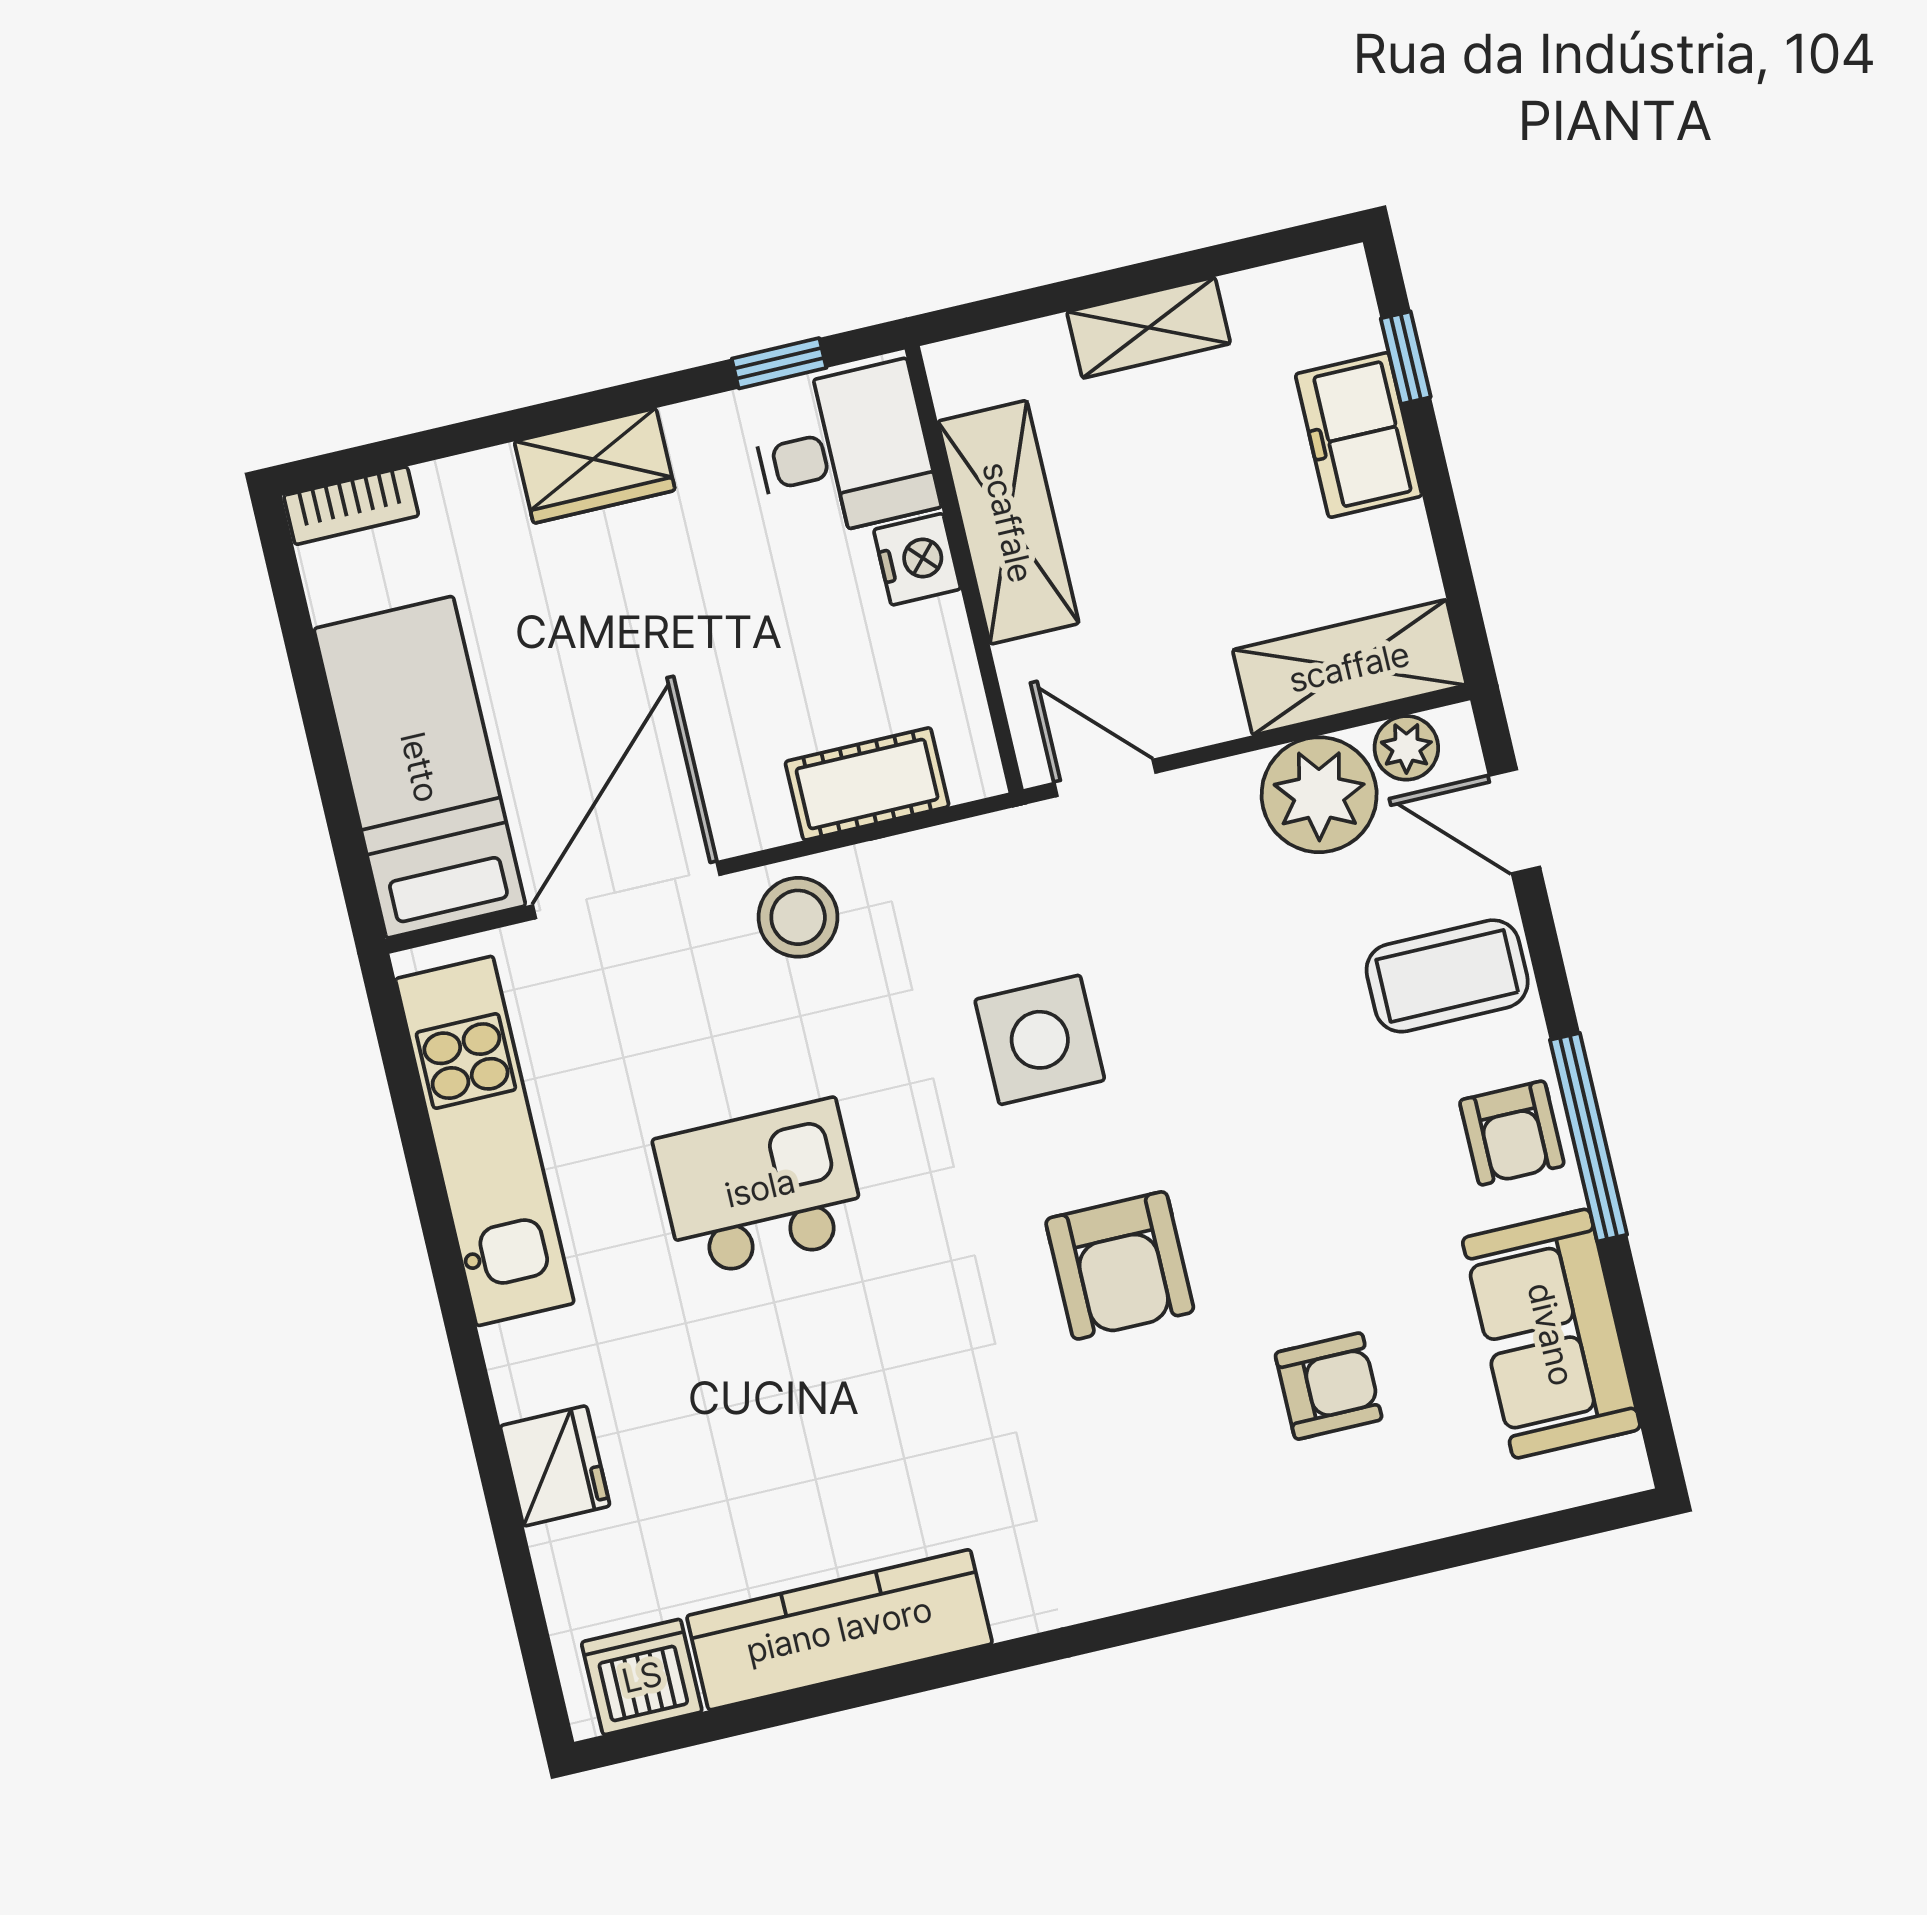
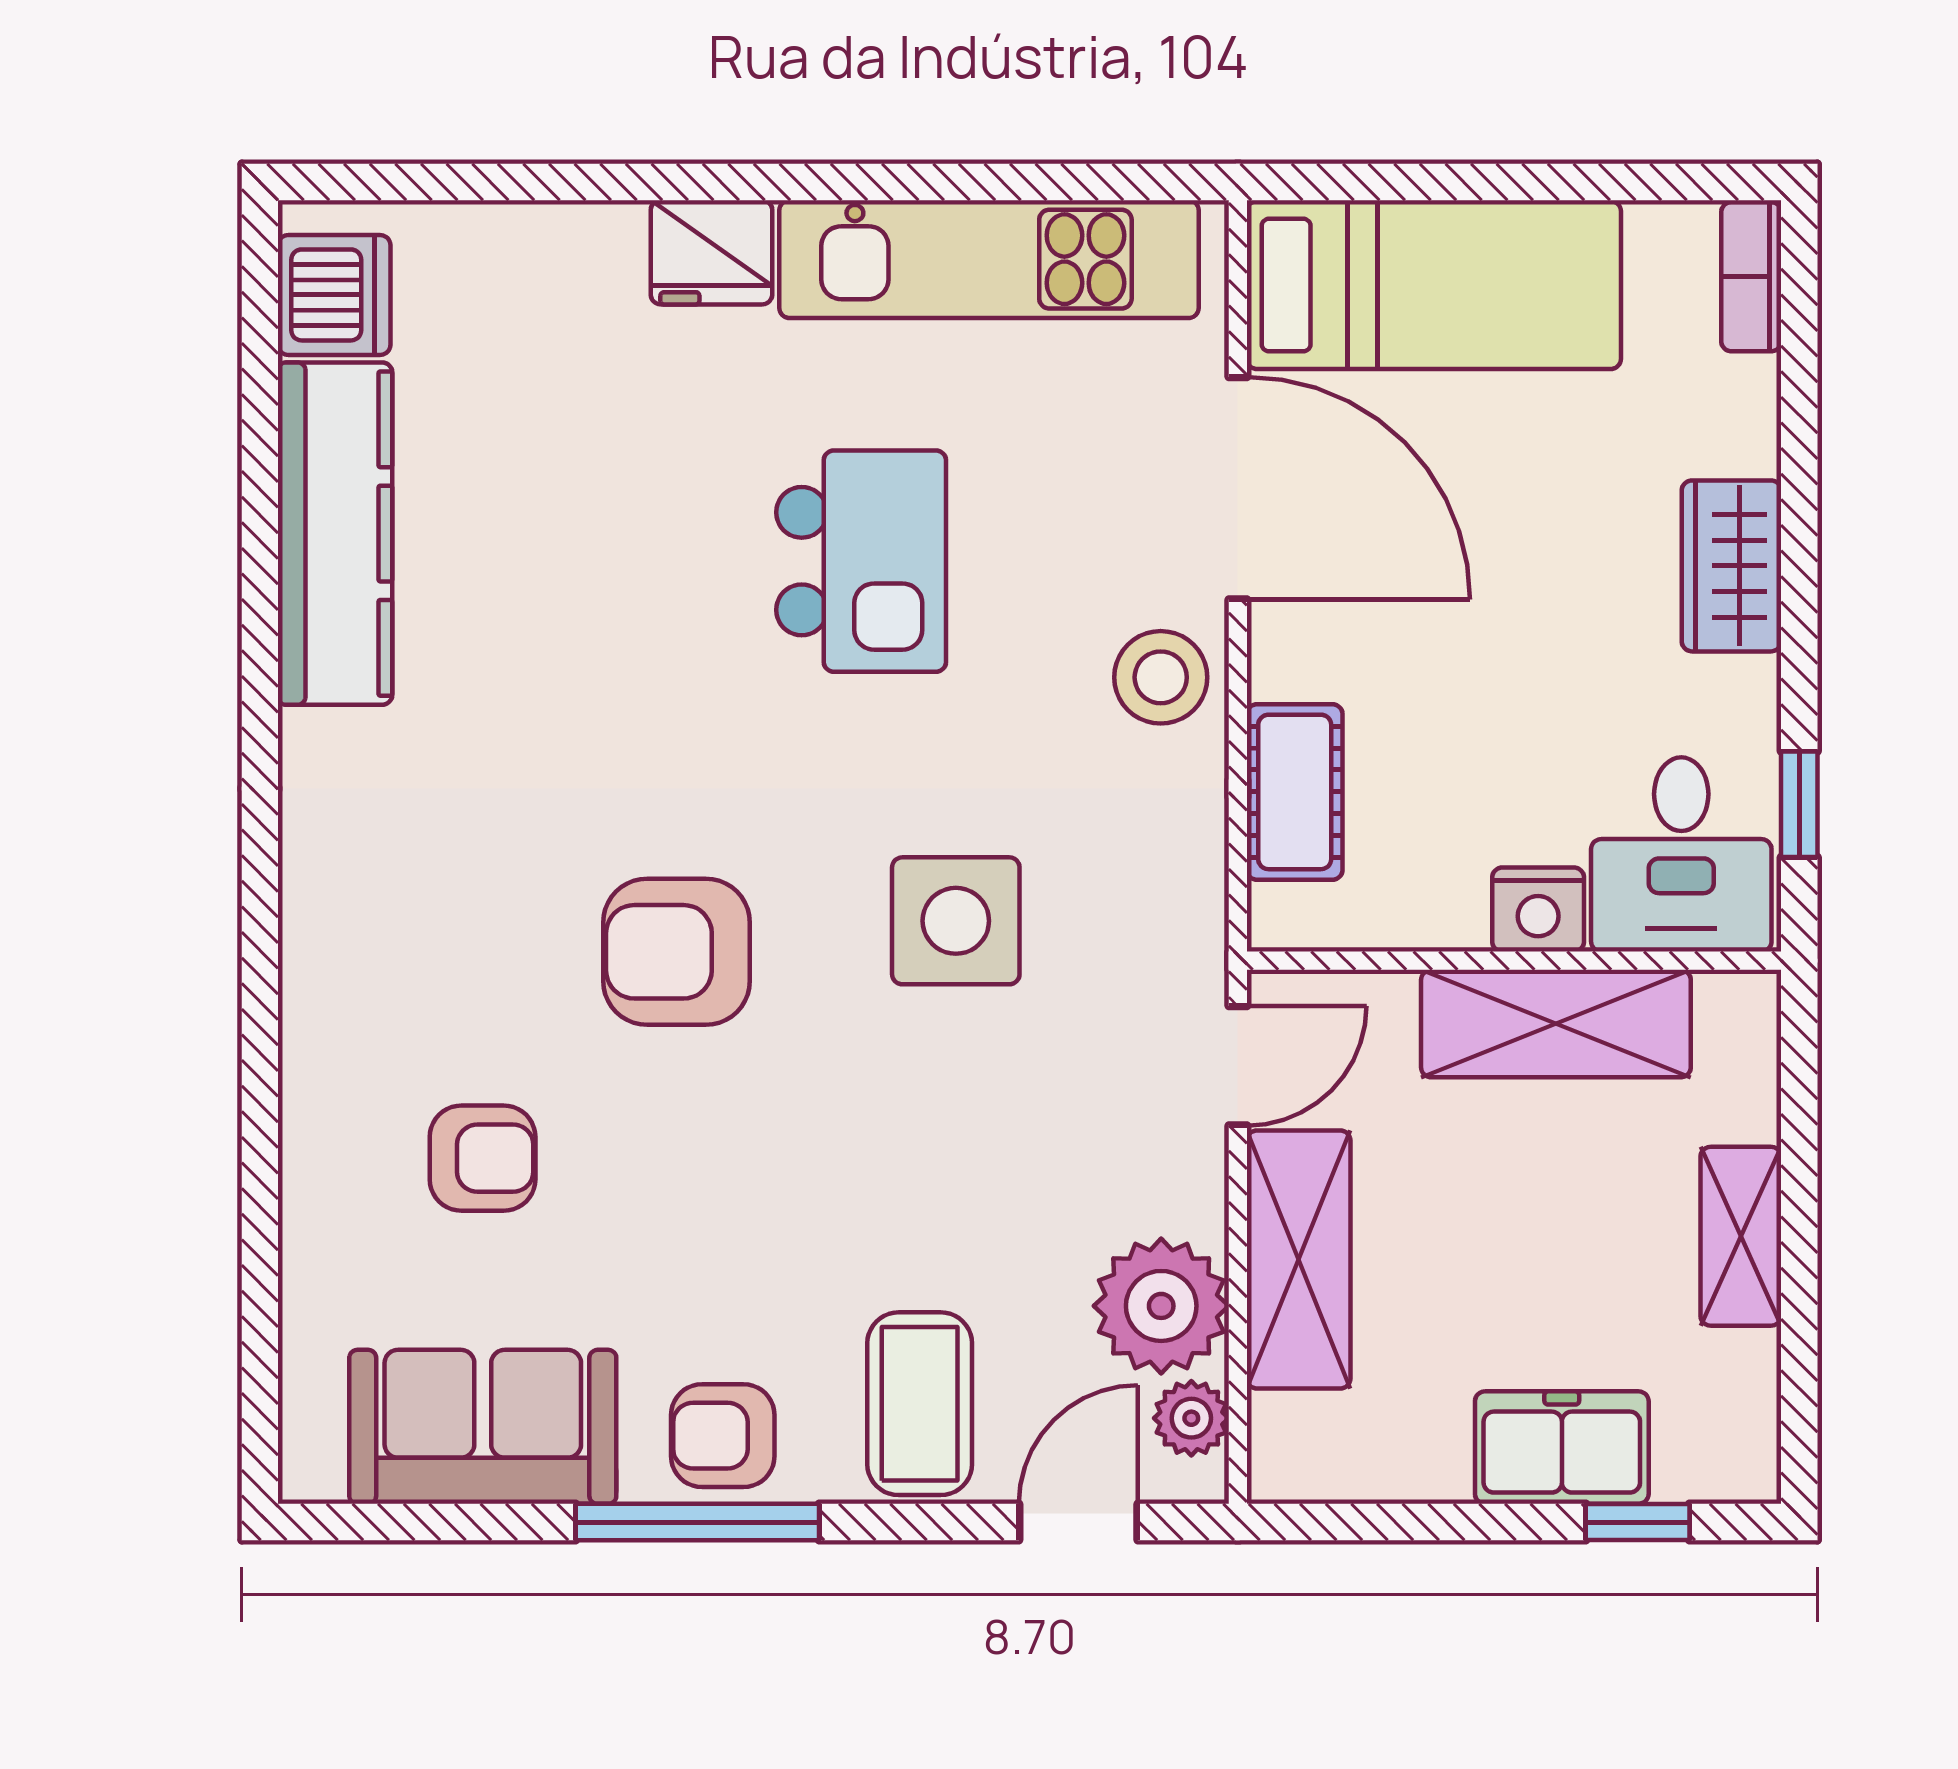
shelving: (1349, 667) -> (1299, 1260), moved
armchair: (1329, 1386) -> (483, 1158), turned -90
fridge: (555, 1466) -> (711, 252), moved

